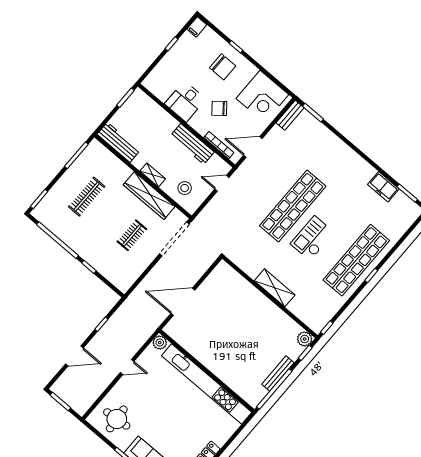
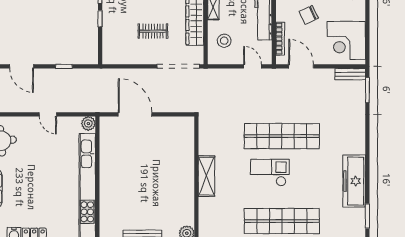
chair: (219, 108) -> (309, 15), turned -76
freezer: (383, 187) -> (354, 181), width x1.91, depth x1.26

